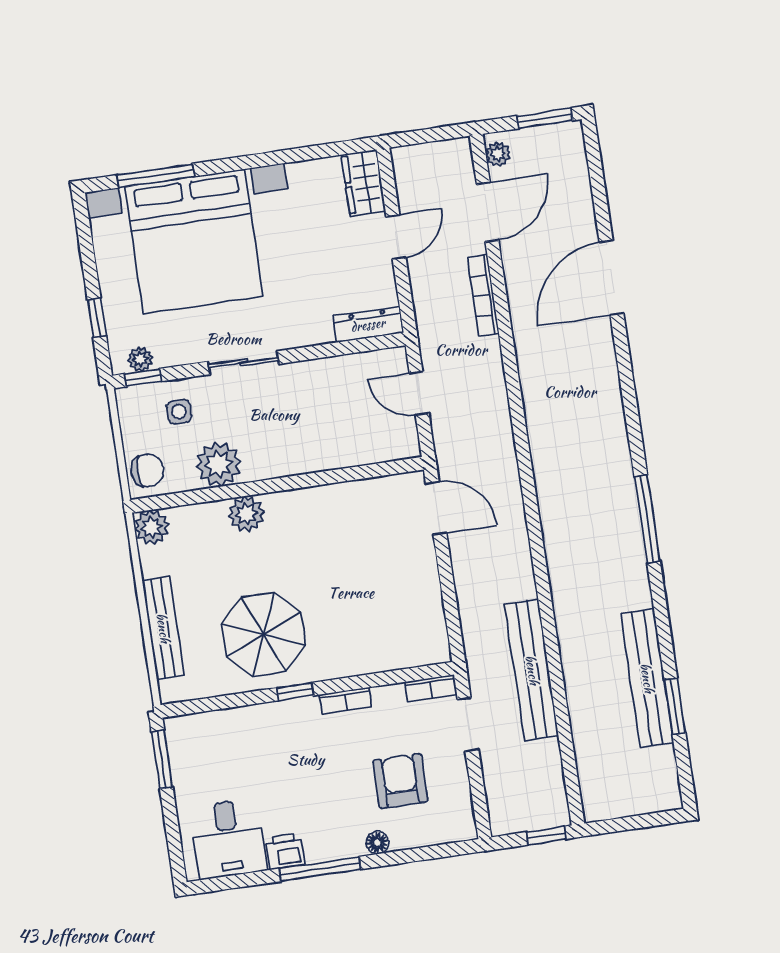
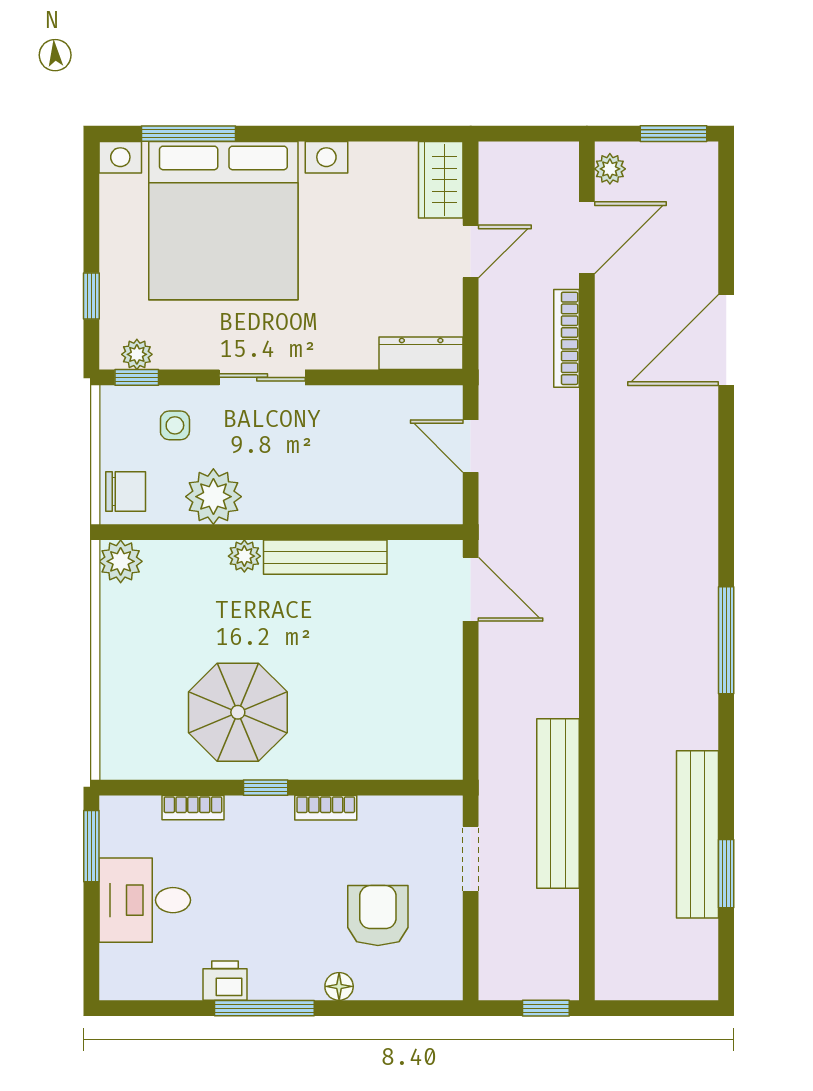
plant: (246, 514) -> (244, 556), width x0.73, depth x0.73
bench: (163, 628) -> (325, 557), moved, turned 90
bookcase: (431, 688) -> (193, 808), moved
desk: (228, 839) -> (145, 900), moved, turned 90

